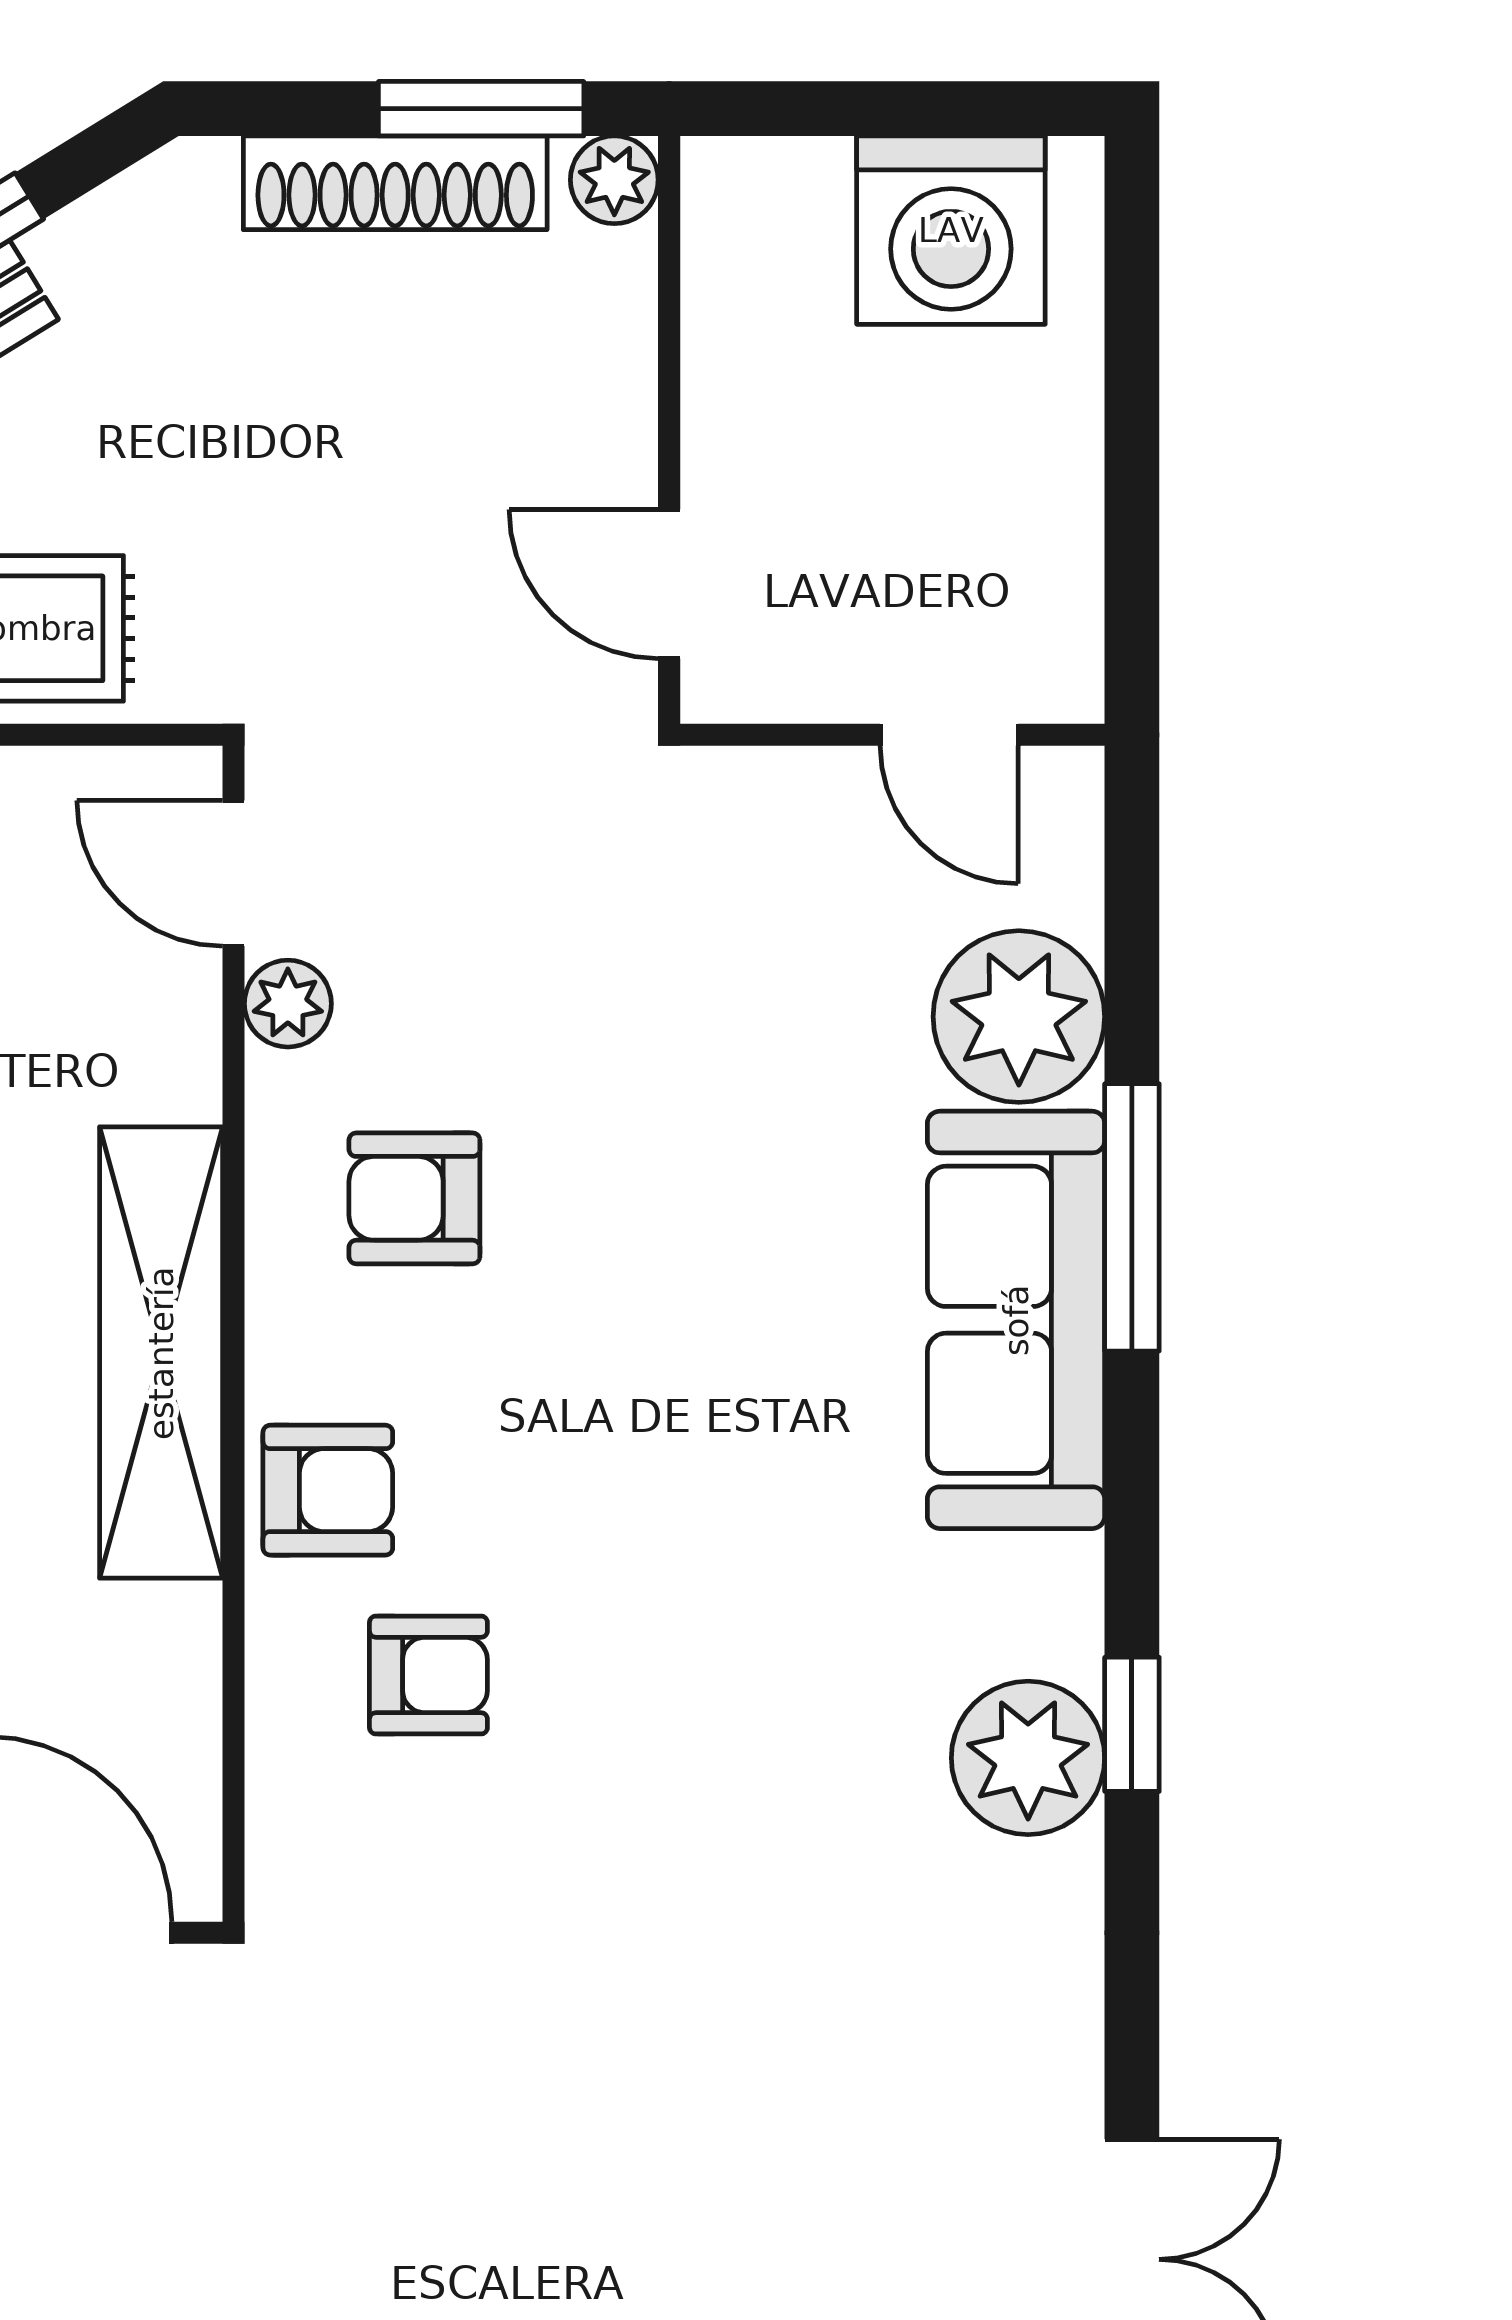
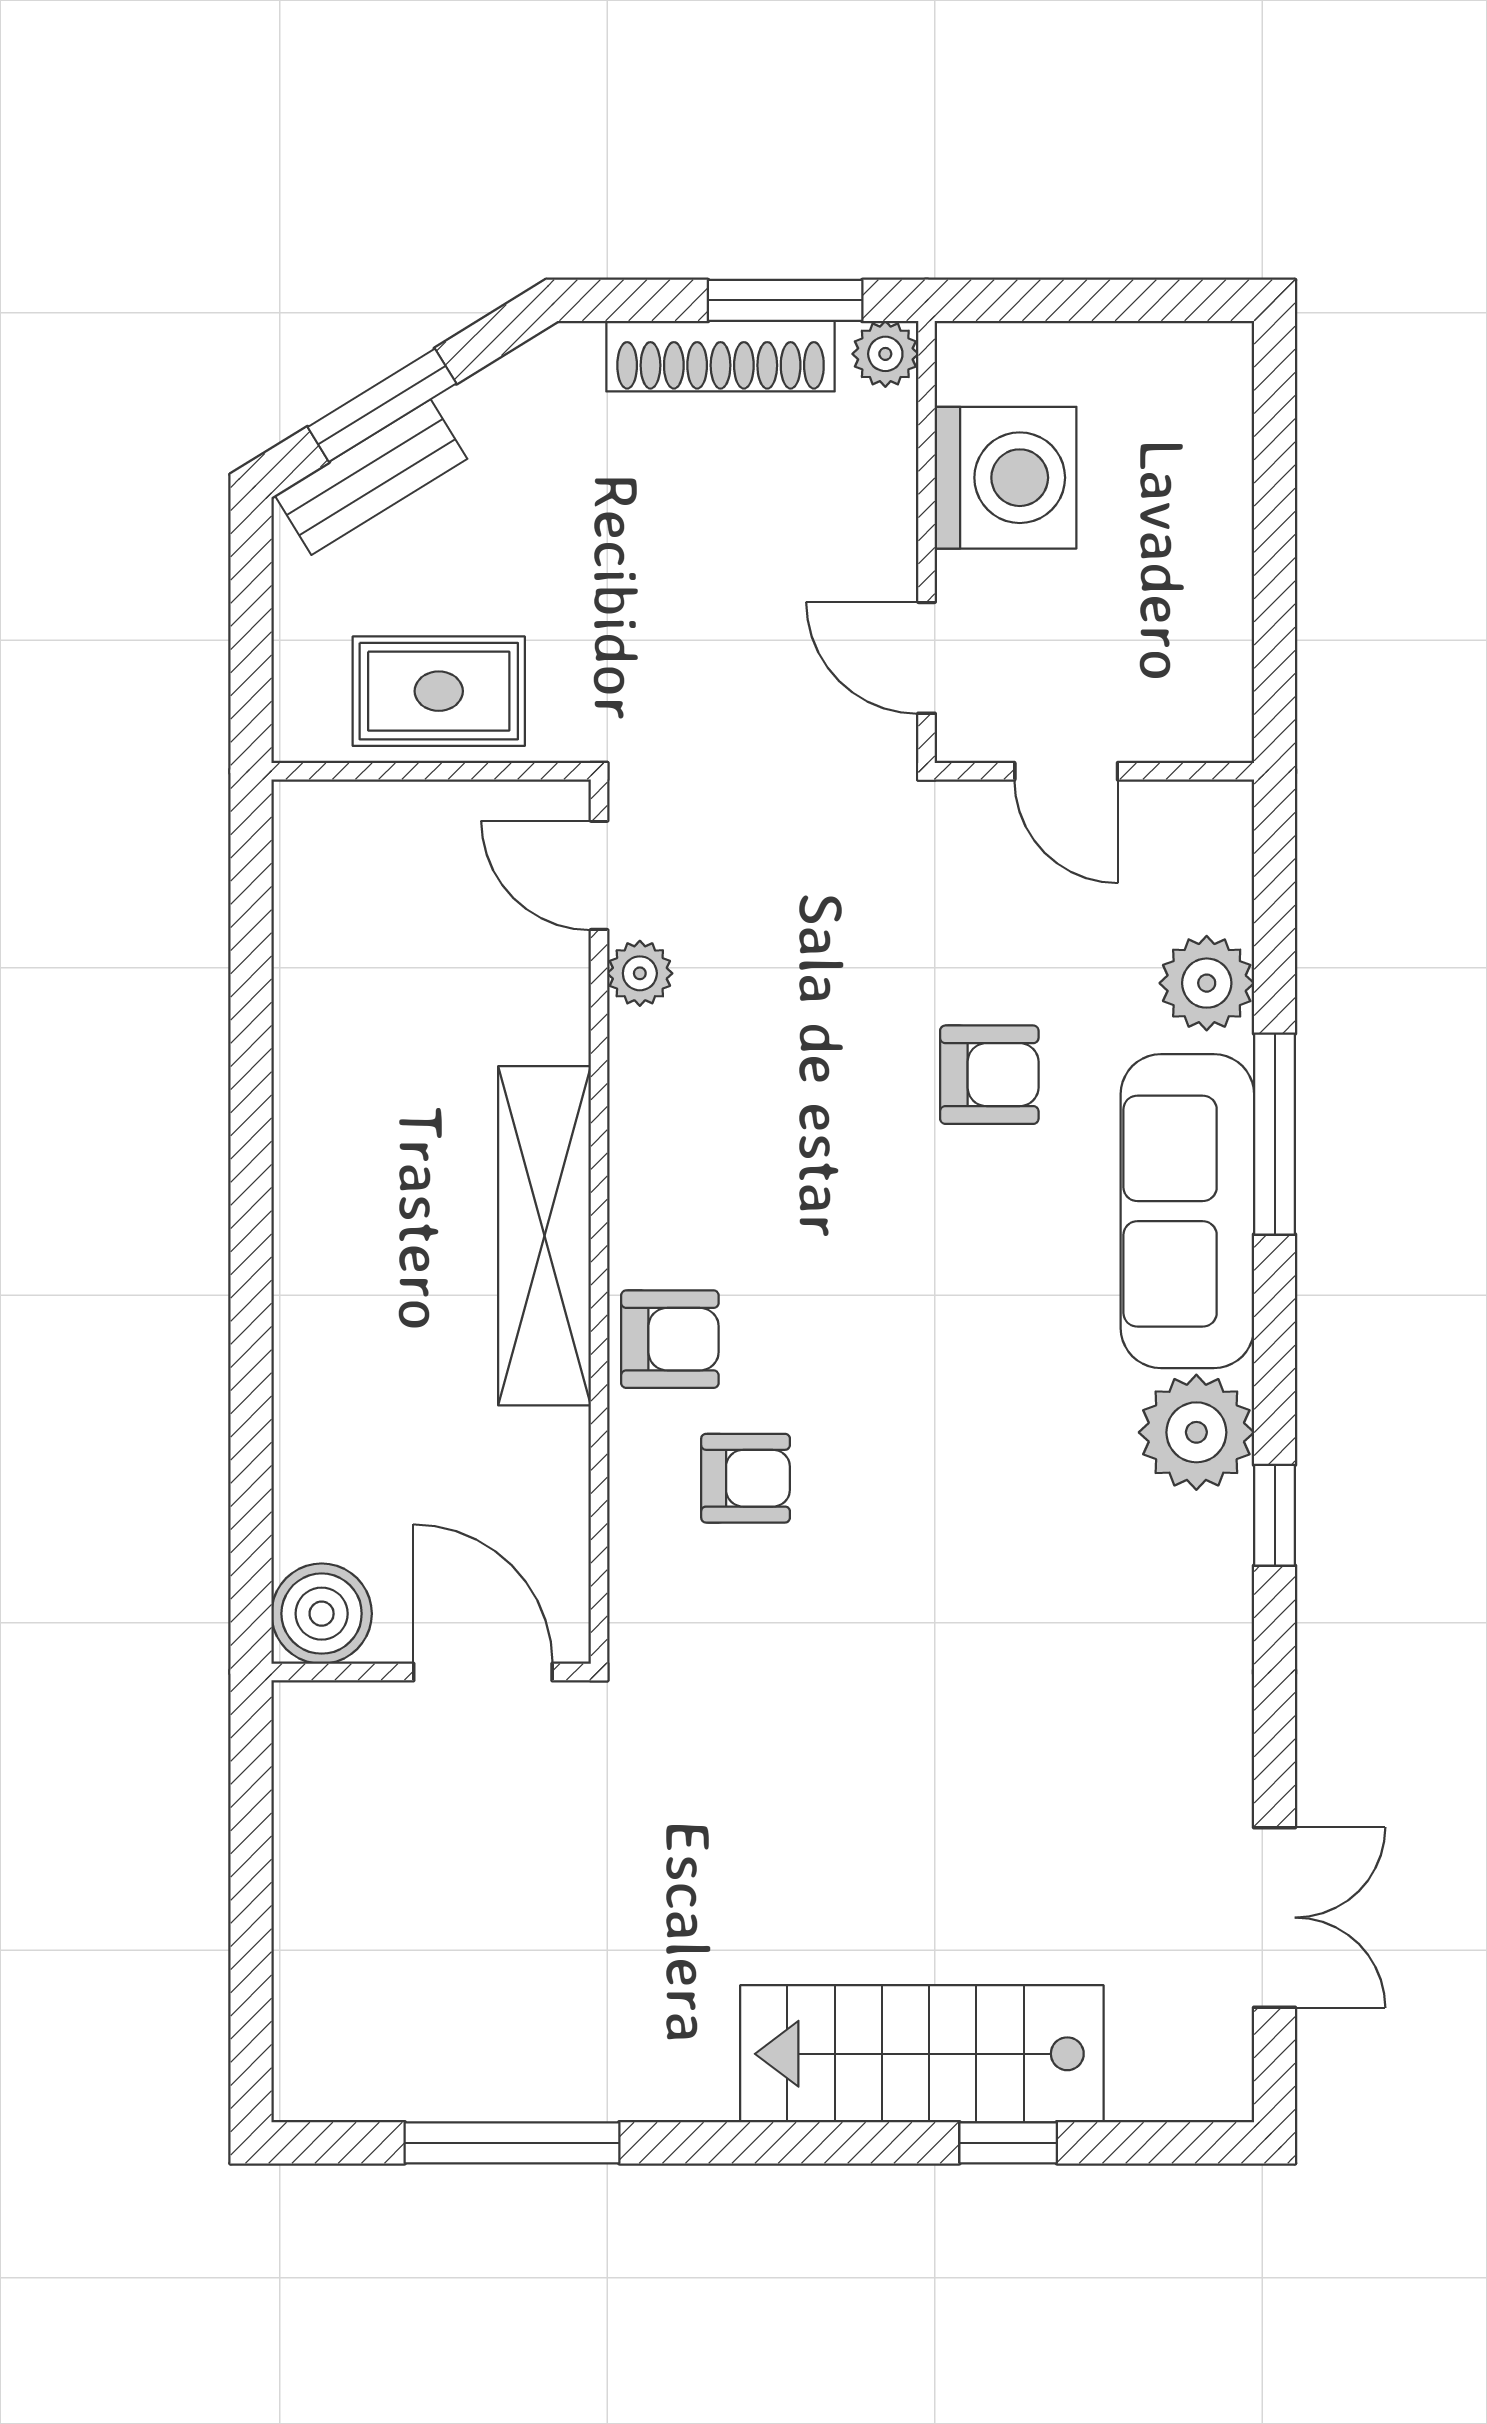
washing machine: (951, 230) -> (1006, 478), moved, turned -90
door: (949, 735) -> (1066, 771), moved
plant: (1019, 1017) -> (1207, 983), width x0.73, depth x0.73
armchair: (414, 1198) -> (989, 1075), moved, turned 180
plant: (1028, 1758) -> (1196, 1432), moved

